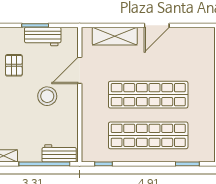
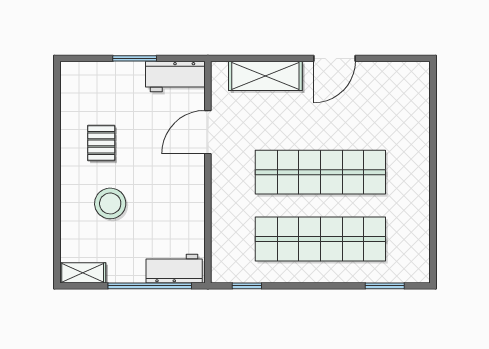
workbench: (43, 36) -> (175, 77), moved
pallet: (14, 65) -> (101, 143), moved
stool: (47, 96) -> (110, 203), moved

